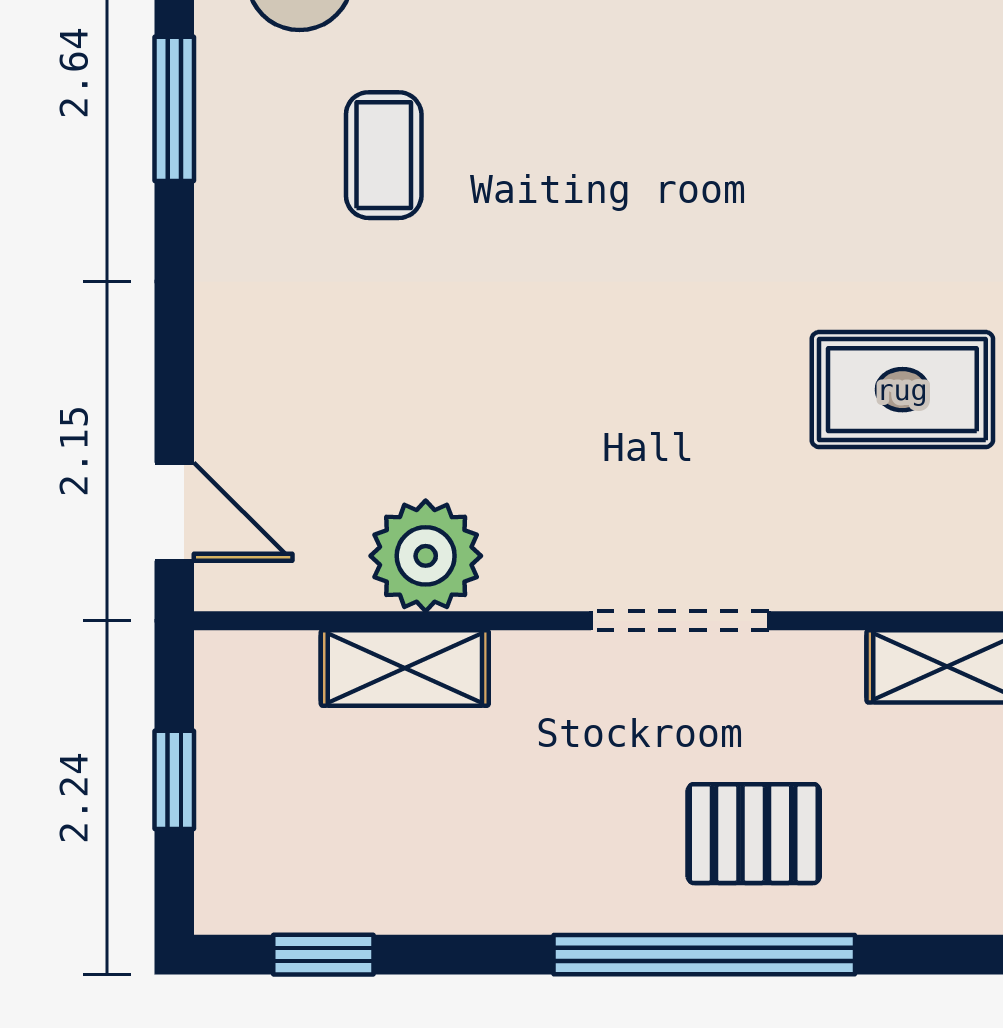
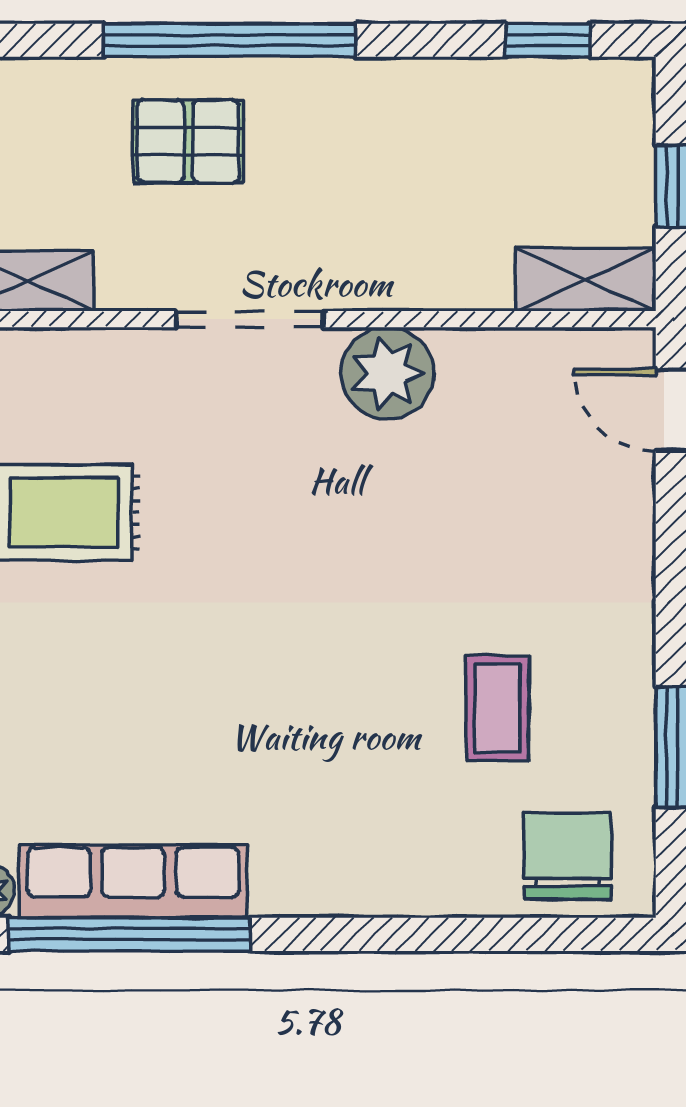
plant: (426, 556) -> (387, 373), moved
shelving: (405, 668) -> (586, 280), moved

